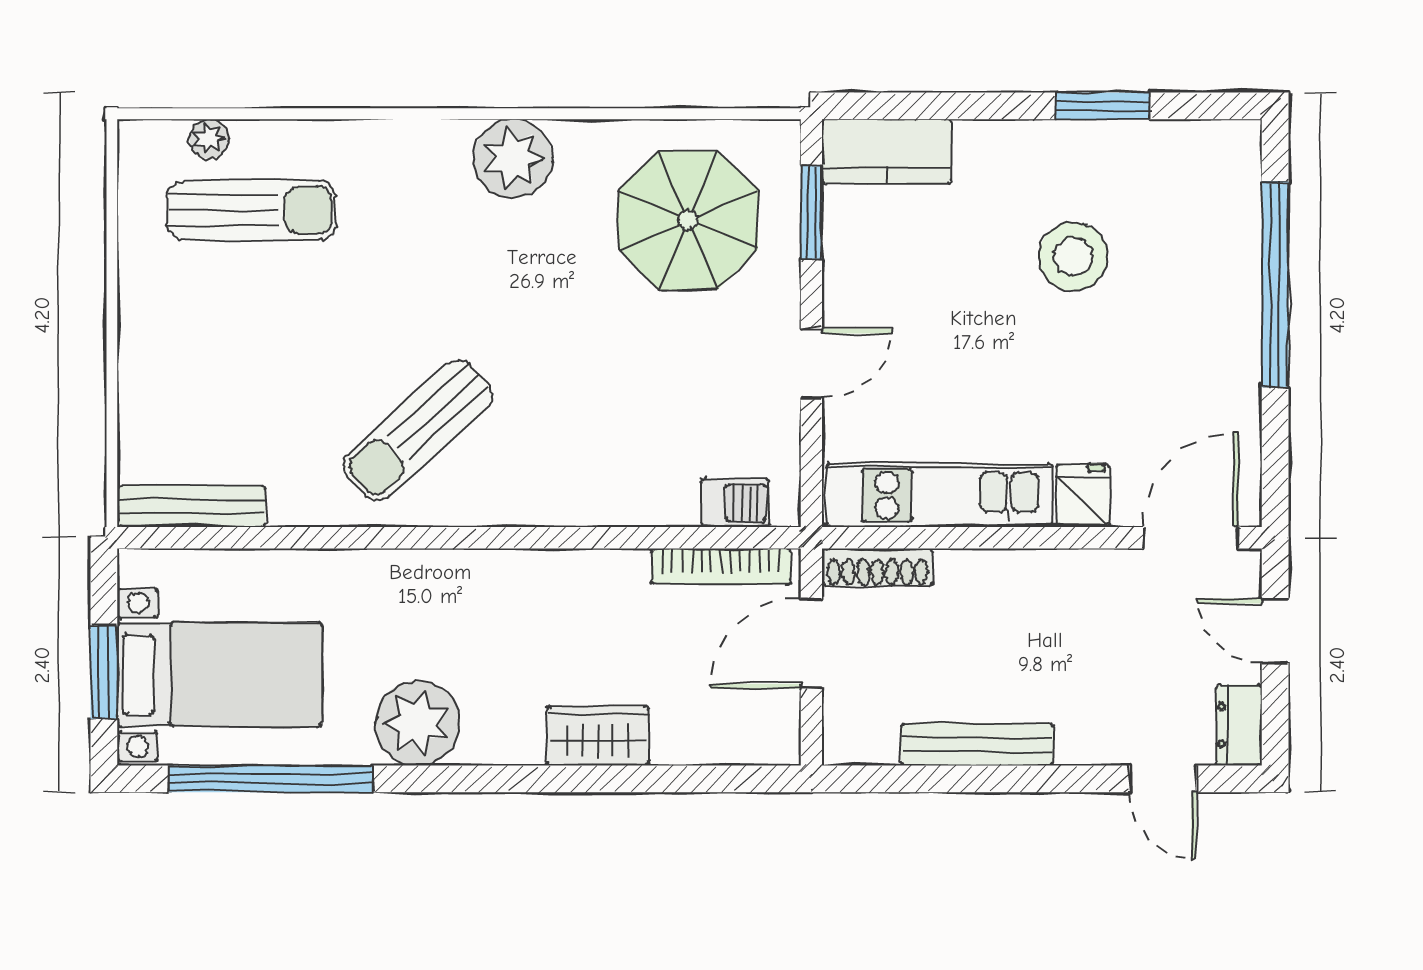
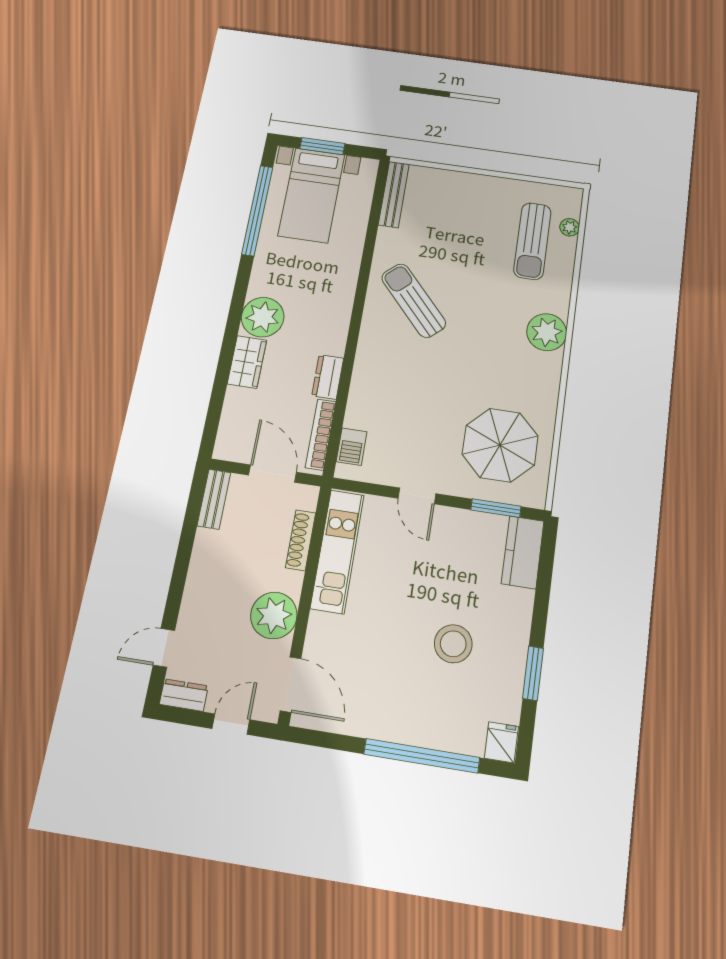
plant: (513, 158) -> (547, 332), moved
fridge: (1083, 495) -> (501, 742), moved, turned -90
shoe rack: (878, 567) -> (301, 540), moved
dresser: (604, 573) -> (328, 377), added
plant: (1074, 591) -> (274, 615), added
plant: (417, 723) -> (263, 317), moved
bench: (977, 744) -> (214, 499), moved, width x0.73

